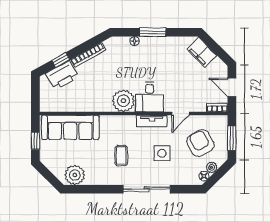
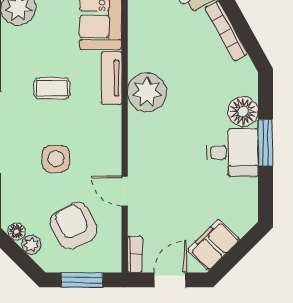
floor lamp: (135, 41) -> (243, 112), width x1.89, depth x1.89
filing cabinet: (202, 52) -> (214, 245), moved
desk: (150, 97) -> (232, 153), moved, turned 180
tv unit: (152, 121) -> (112, 78), moved
armchair: (201, 143) -> (74, 226), turned -89

